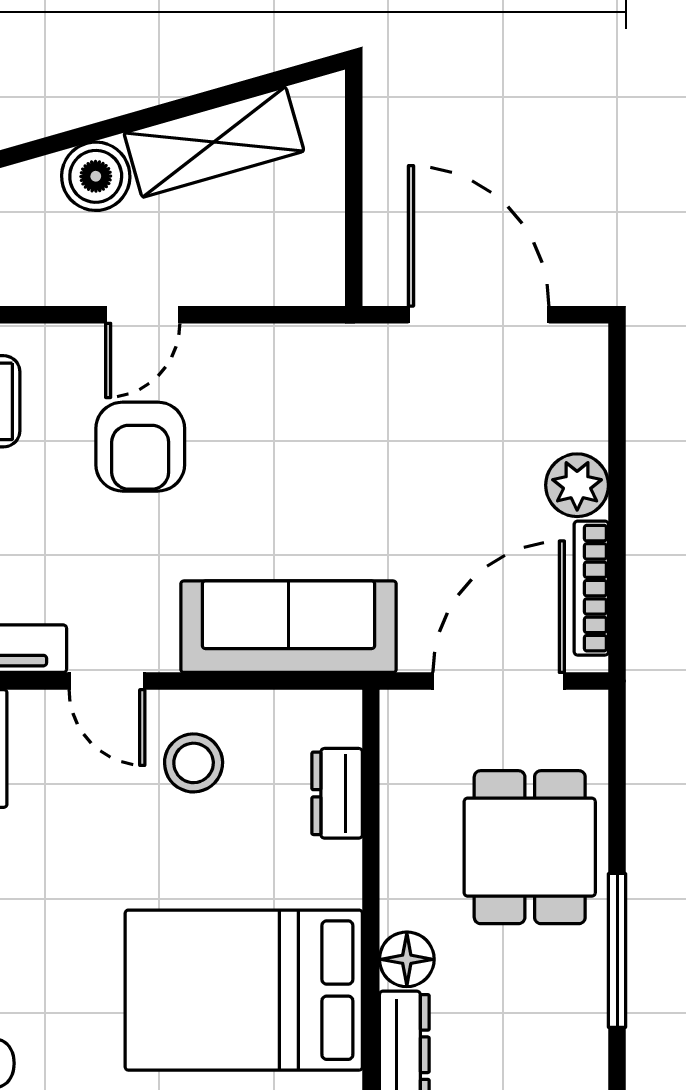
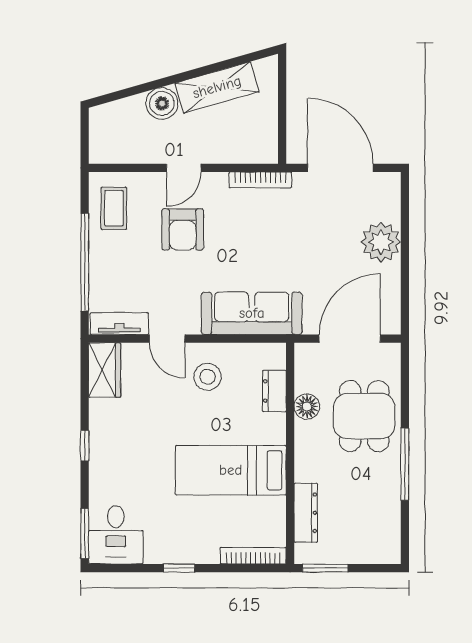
plant: (577, 485) -> (381, 242), width x1.36, depth x1.36
bookcase: (591, 588) -> (260, 180), moved, turned -90
floor lamp: (407, 959) -> (307, 406), moved
bed: (244, 990) -> (231, 470), width x0.67

